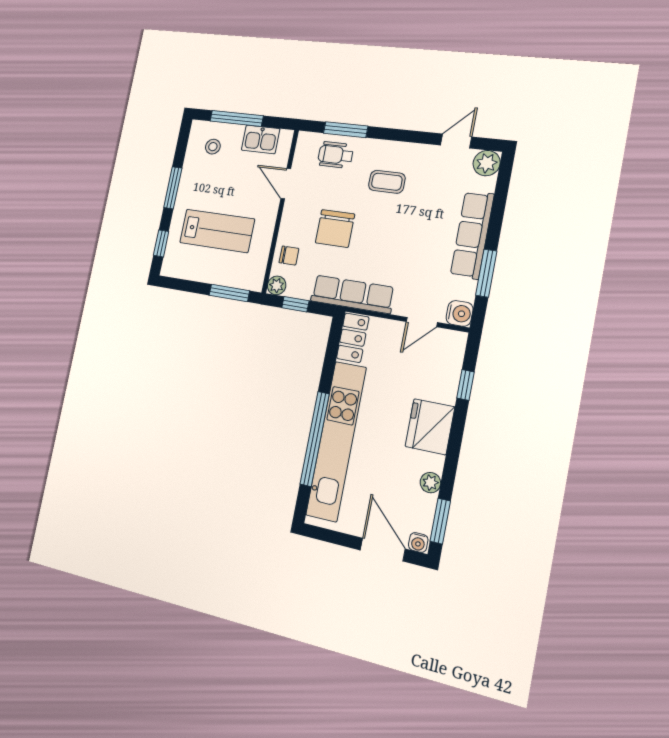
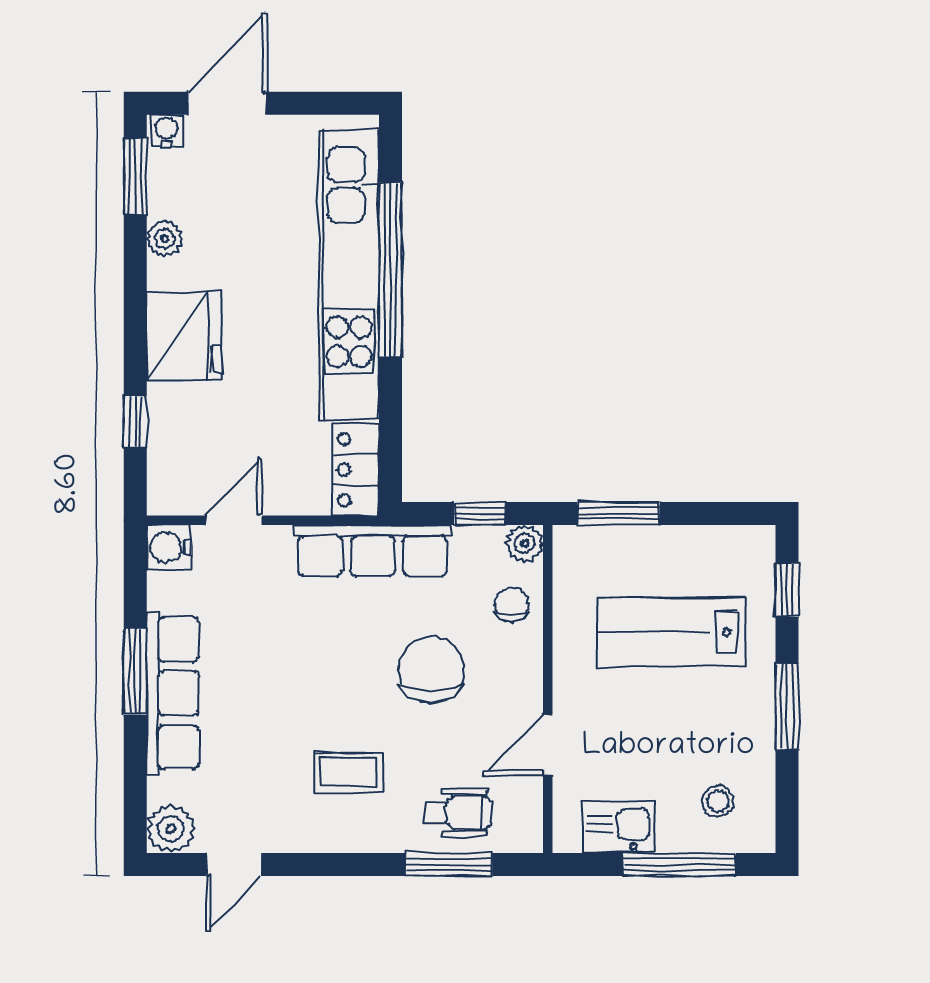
door: (286, 184) -> (548, 745), swing flipped
chair: (289, 256) -> (512, 605), turned 90
window: (486, 273) -> (135, 671), moved
door: (383, 549) -> (227, 103), swing flipped

